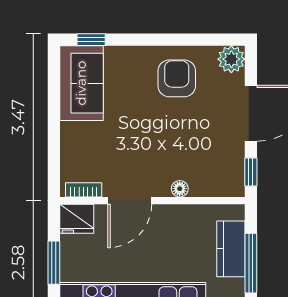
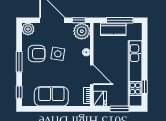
window: (159, 40) -> (19, 62), added
armchair: (177, 78) -> (37, 54), turned 180
sofa: (81, 83) -> (51, 96), moved
side table: (176, 125) -> (58, 54), added
plant: (226, 179) -> (82, 31), added

